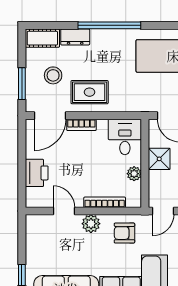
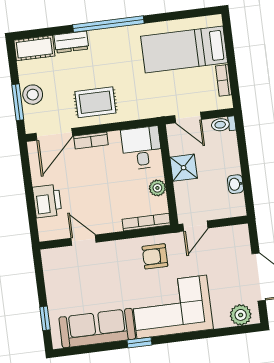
stool: (53, 75) -> (33, 95), moved
bookcase: (105, 202) -> (146, 222), moved
plant: (91, 224) -> (116, 251), removed

